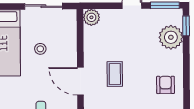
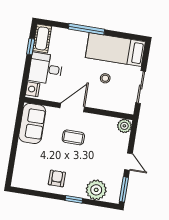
window: (186, 26) -> (74, 199), moved
armchair: (165, 85) -> (57, 178), turned -90

